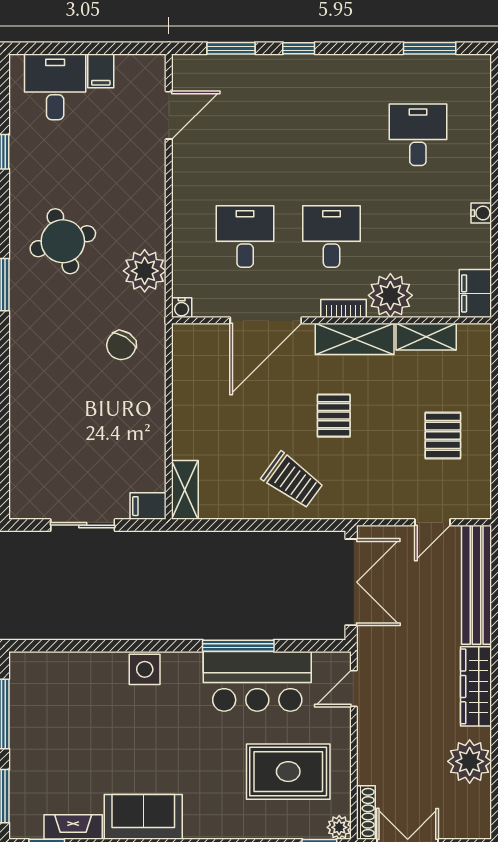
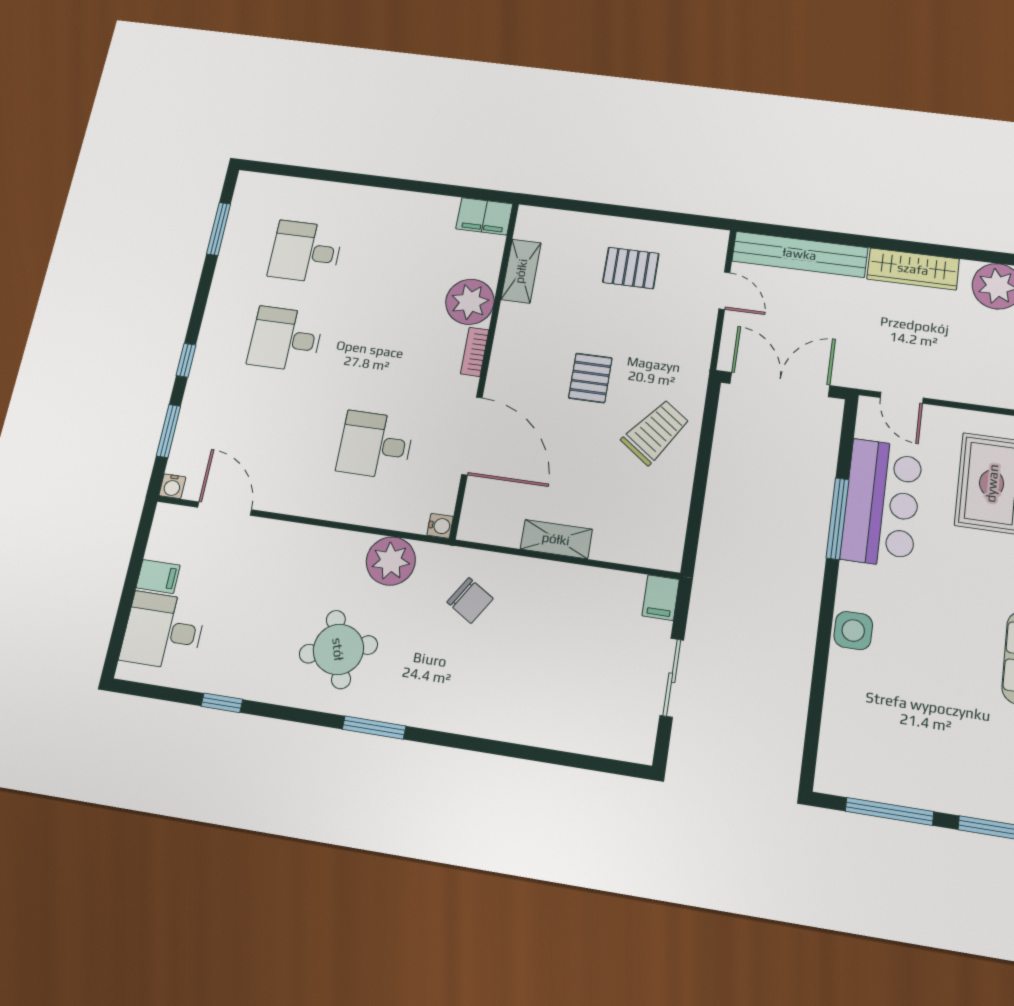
water cooler: (481, 213) -> (172, 486), moved, turned 180
desk: (331, 237) -> (286, 339), moved
shelving: (355, 339) -> (510, 345), removed
pallet: (334, 416) -> (590, 378), turned 90
shelving: (185, 490) -> (556, 539), moved

